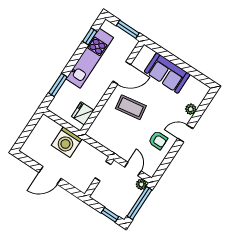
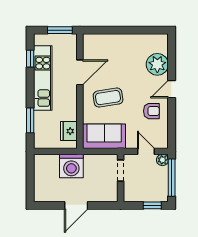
sofa: (167, 73) -> (104, 136), moved, turned 180
plant: (191, 109) -> (157, 64), width x1.88, depth x1.88

